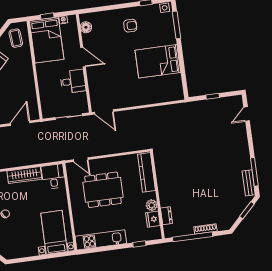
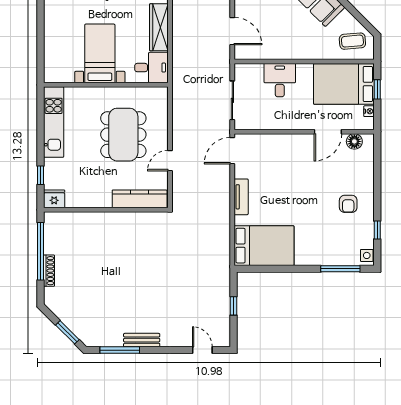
door: (83, 57) -> (328, 132), moved
bed: (158, 61) -> (264, 246), moved, turned 90
desk: (73, 81) -> (280, 80), moved, turned 180
tv unit: (135, 101) -> (241, 197), added
door: (81, 160) -> (170, 161), moved
bench: (249, 183) -> (142, 340), moved
plant: (152, 205) -> (93, 200), removed
dresser: (166, 216) -> (75, 219), removed
fridge: (153, 219) -> (54, 199), moved
bed with nightstands: (54, 232) -> (100, 53), moved, turned -90

